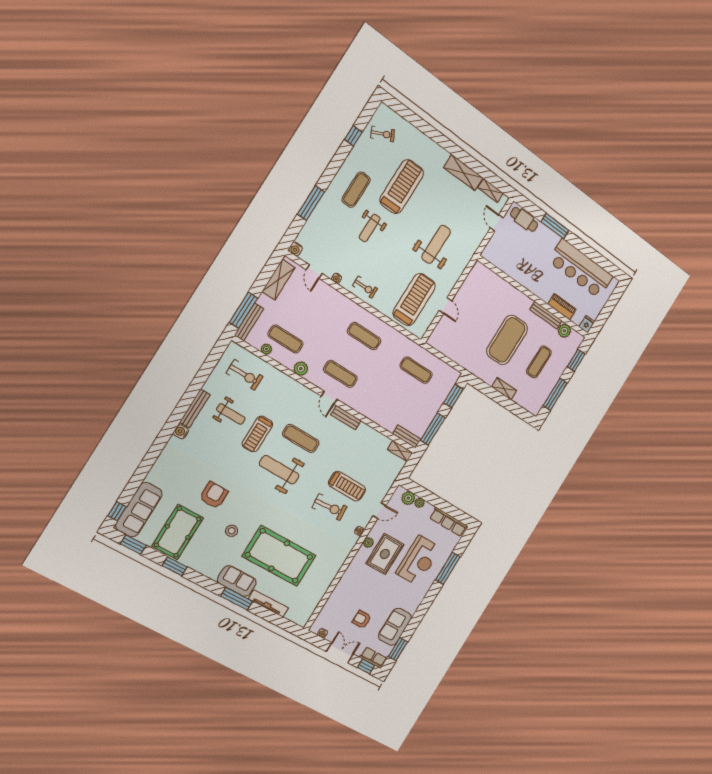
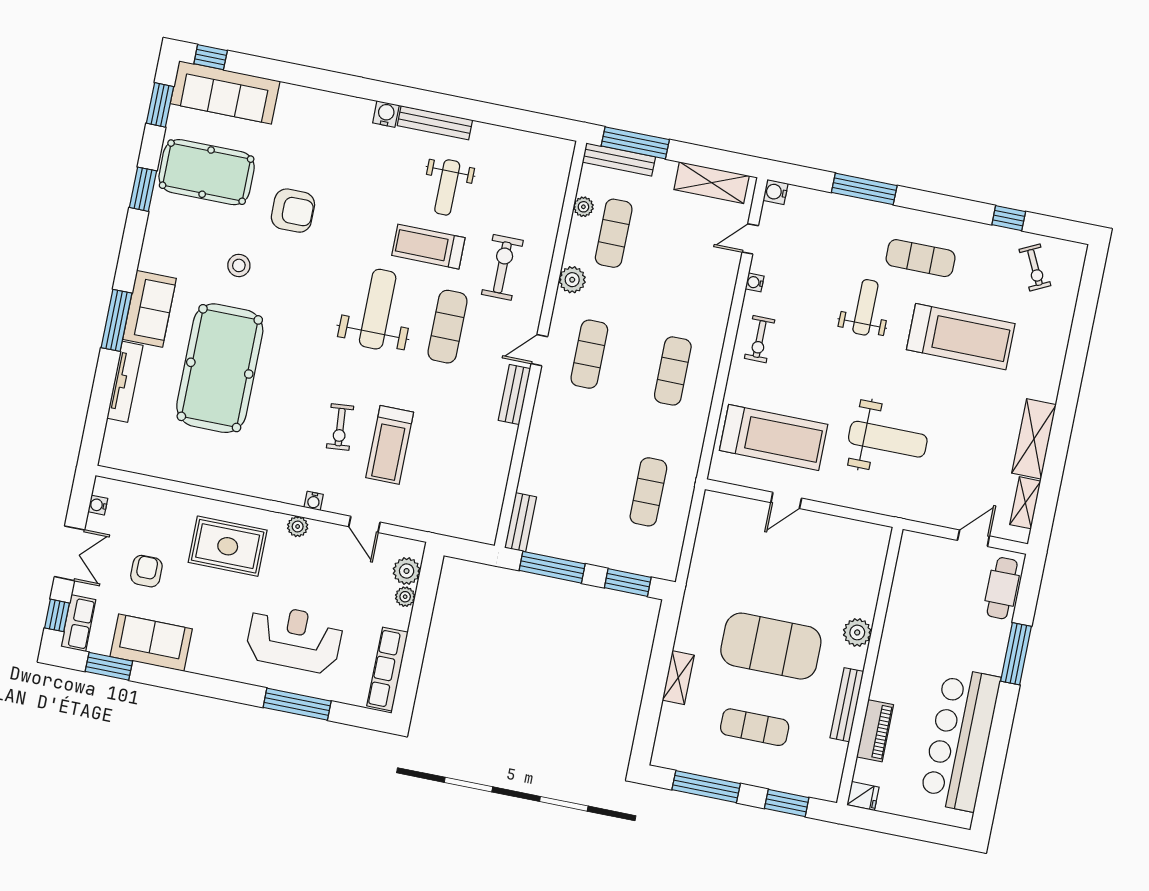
weight bench: (370, 228) -> (865, 307), turned 90
plant: (564, 331) -> (857, 632), moved
exercise bike: (245, 375) -> (502, 267), moved, turned 180
shelving: (400, 451) -> (489, 520), removed
exercise bike: (329, 507) -> (340, 427), width x0.73, depth x0.72
rug: (385, 554) -> (228, 546), moved
reception desk: (418, 560) -> (294, 639), turned 180

